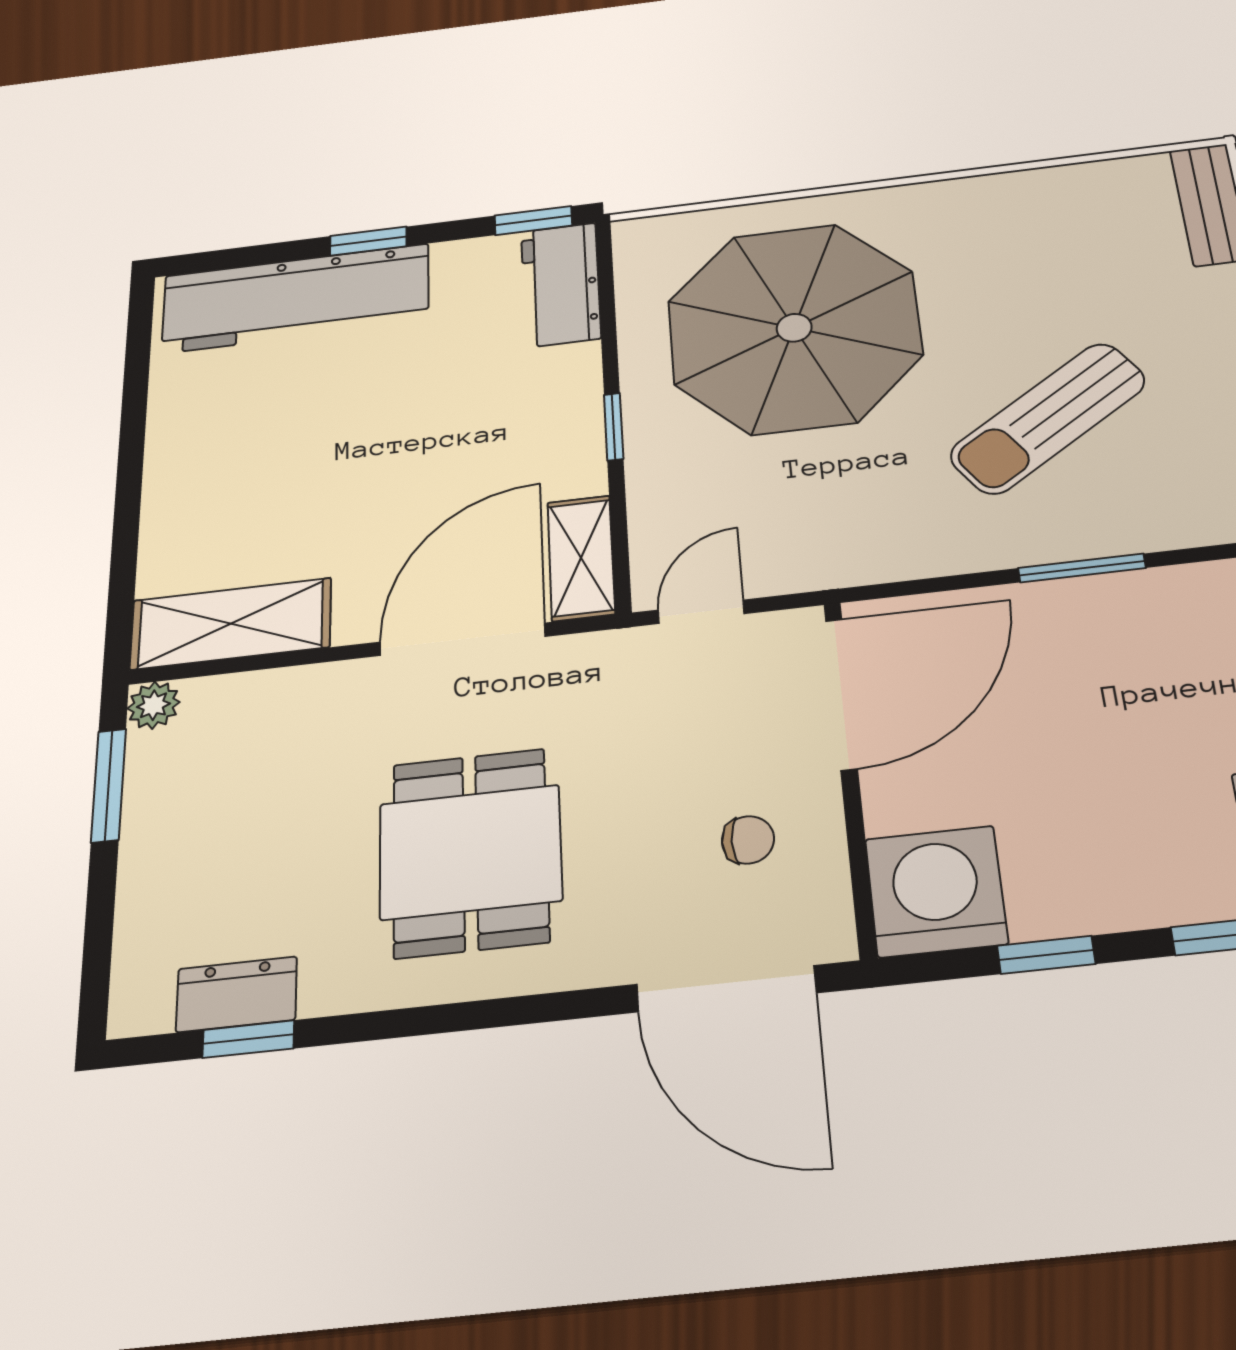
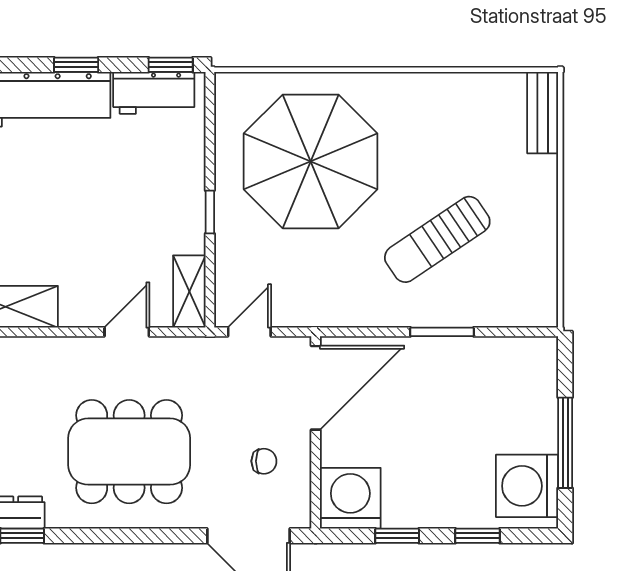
workbench: (561, 284) -> (154, 93), moved, turned -90
door: (462, 639) -> (127, 332), width x0.53
dining table: (470, 852) -> (129, 452), width x1.38

